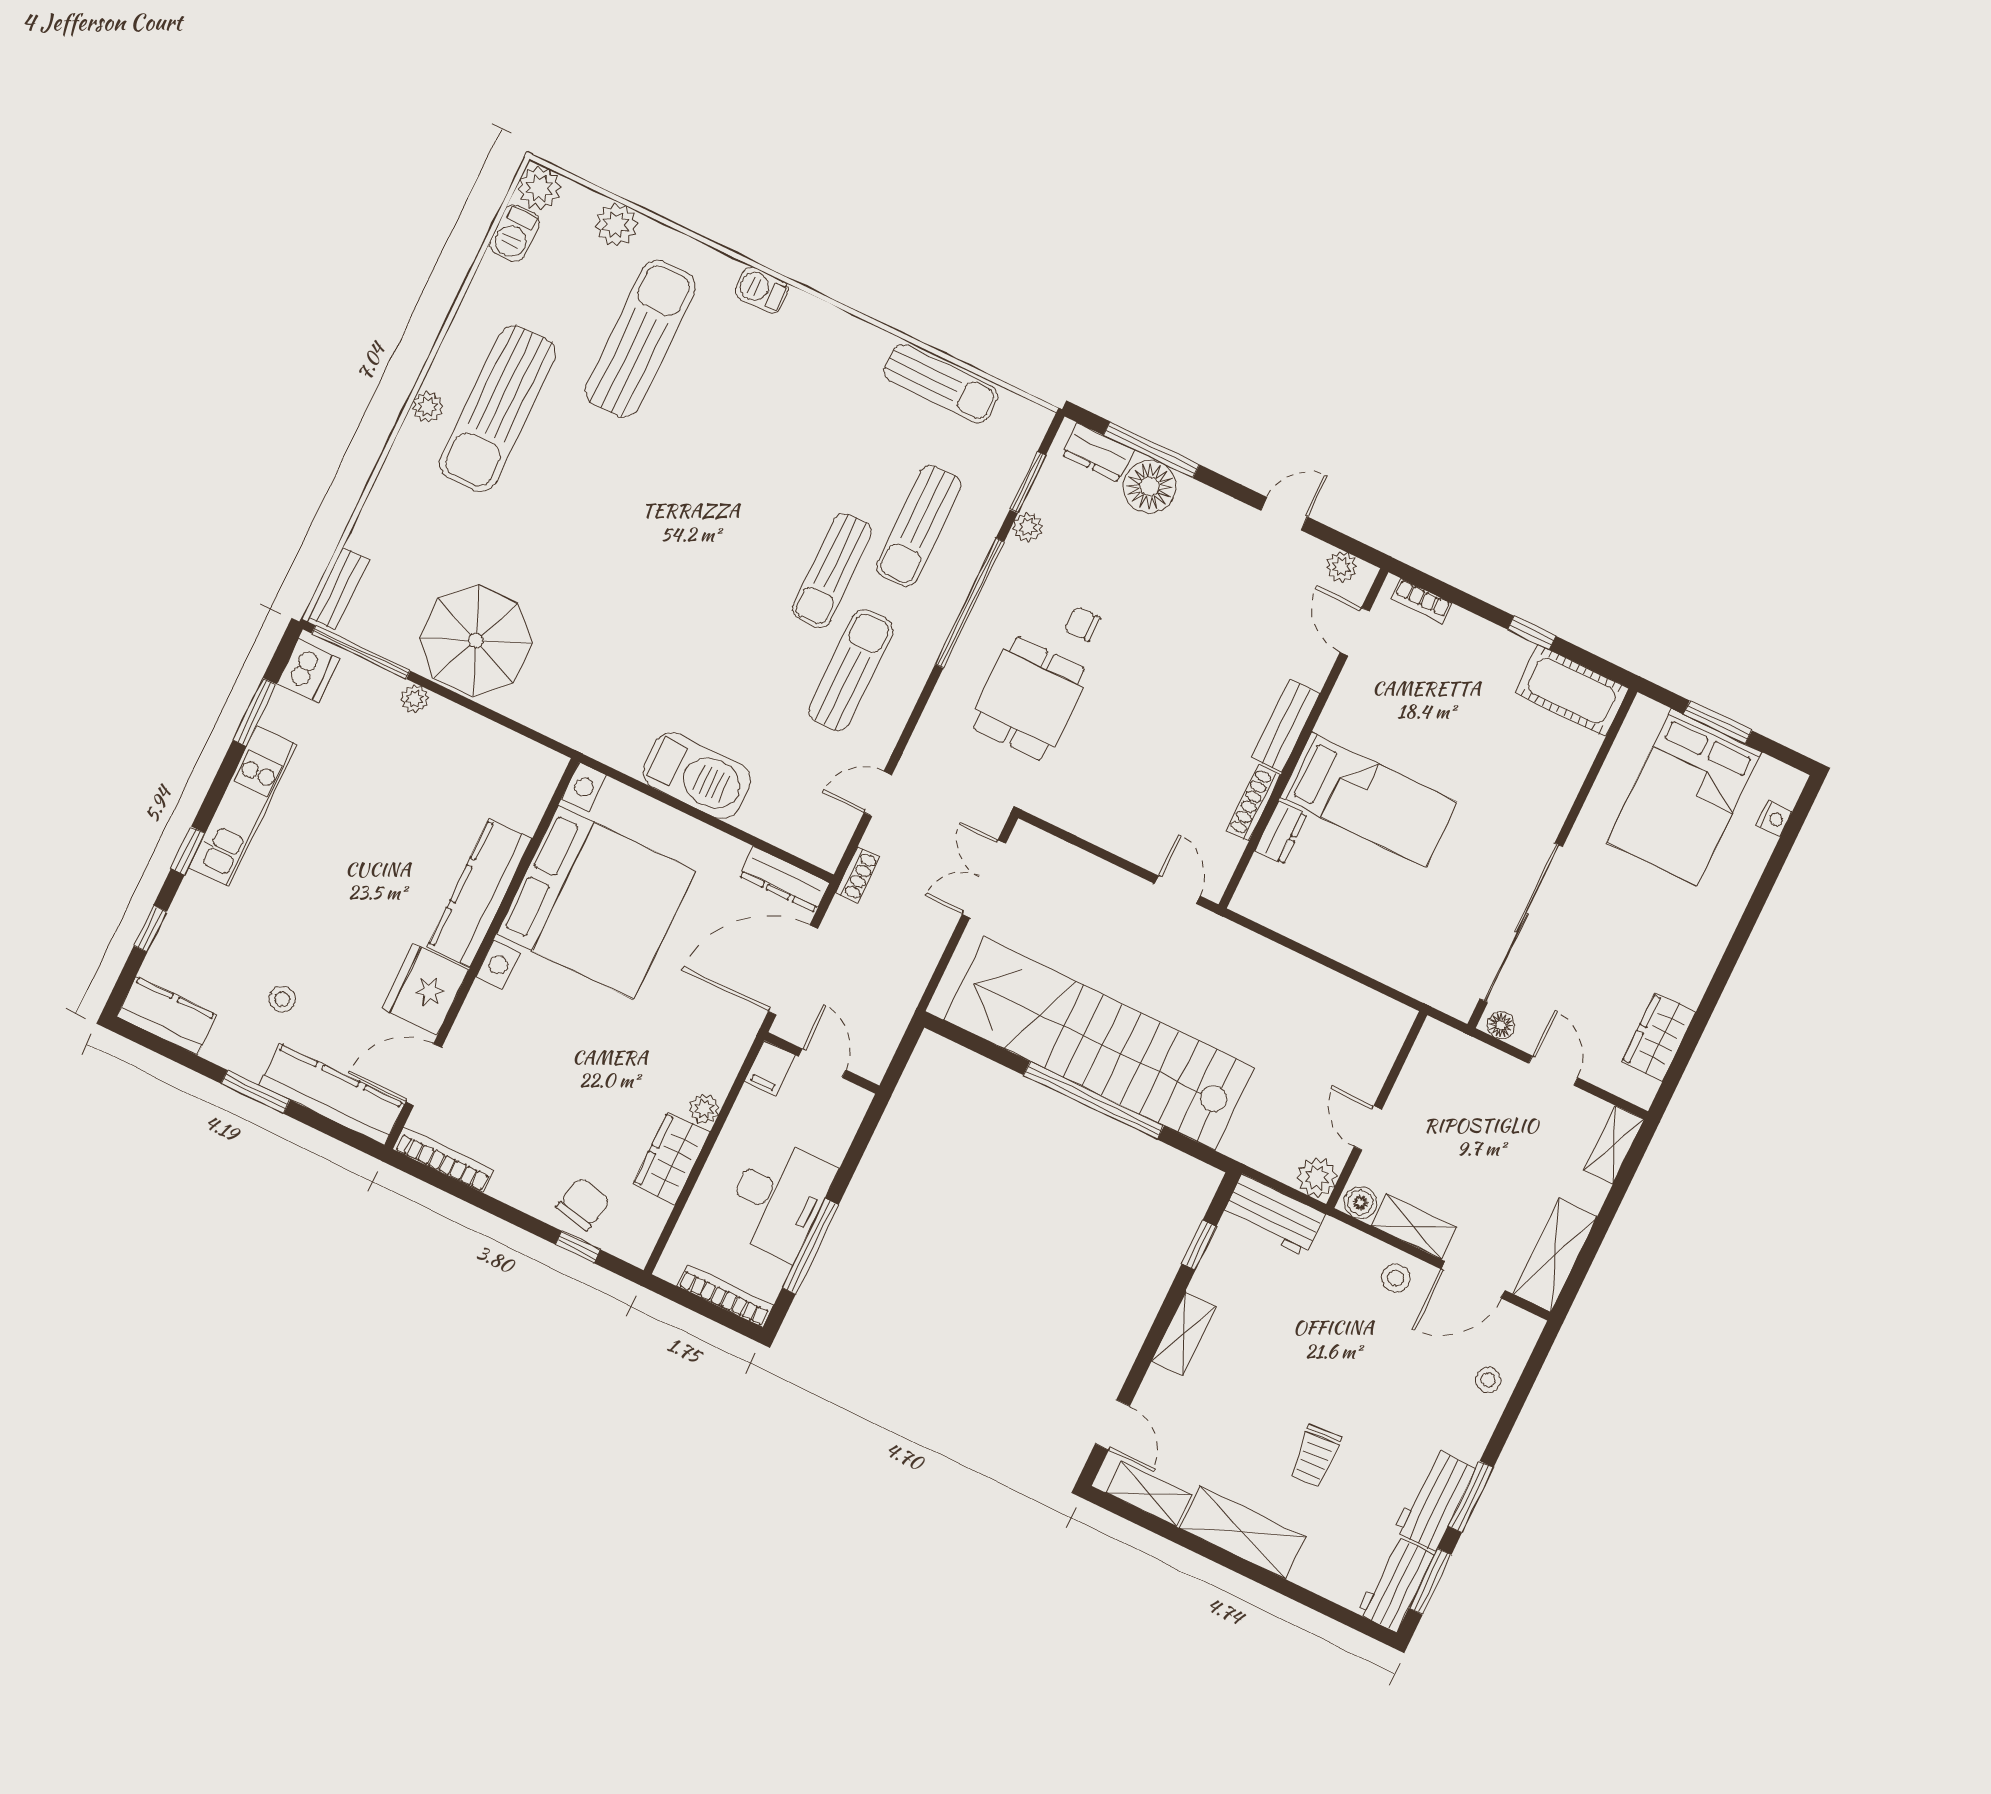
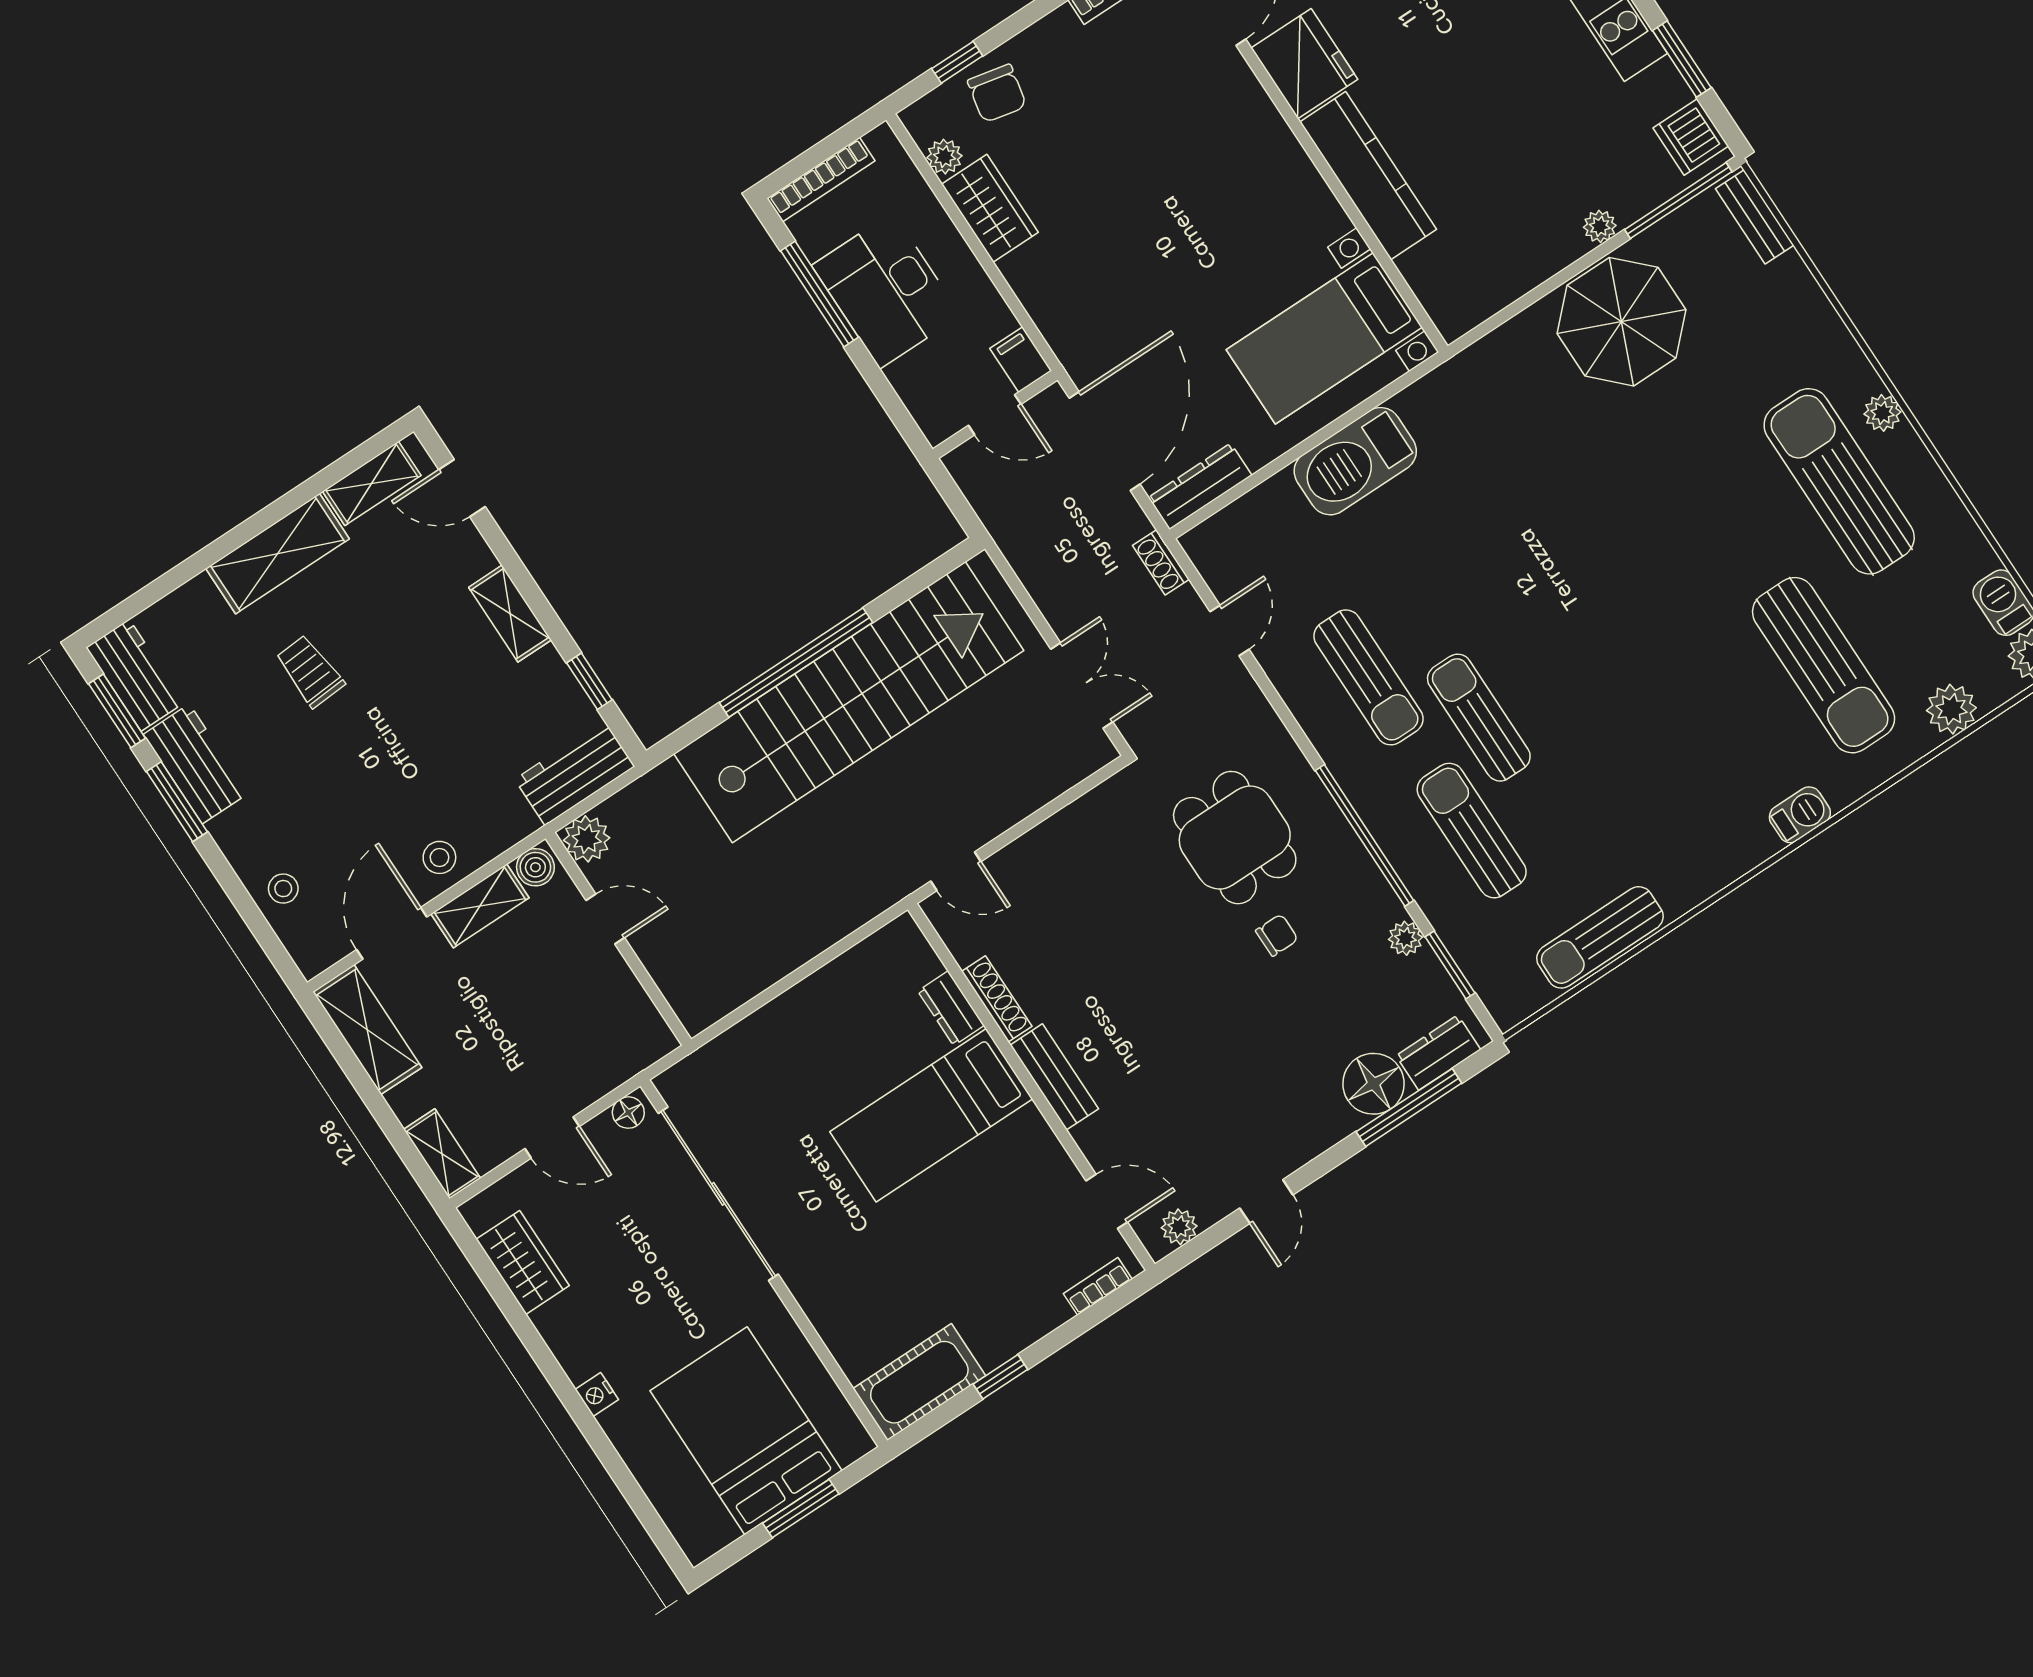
nightstand: (1774, 818) -> (597, 1394), moved
bed with nightstands: (596, 902) -> (1324, 338), width x0.54
plant: (704, 1109) -> (944, 157), moved

